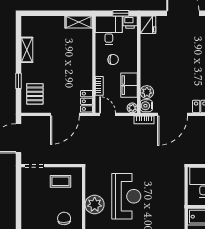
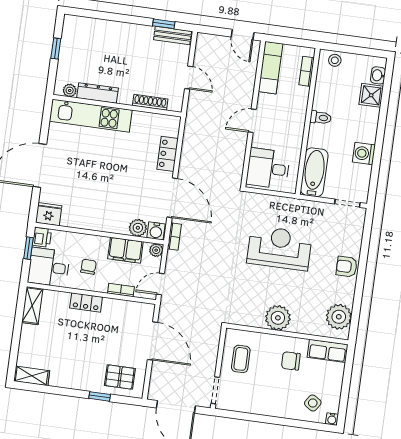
shelving: (27, 50) -> (32, 376), moved
locker: (87, 101) -> (86, 302), moved
reception desk: (126, 196) -> (279, 248), moved

